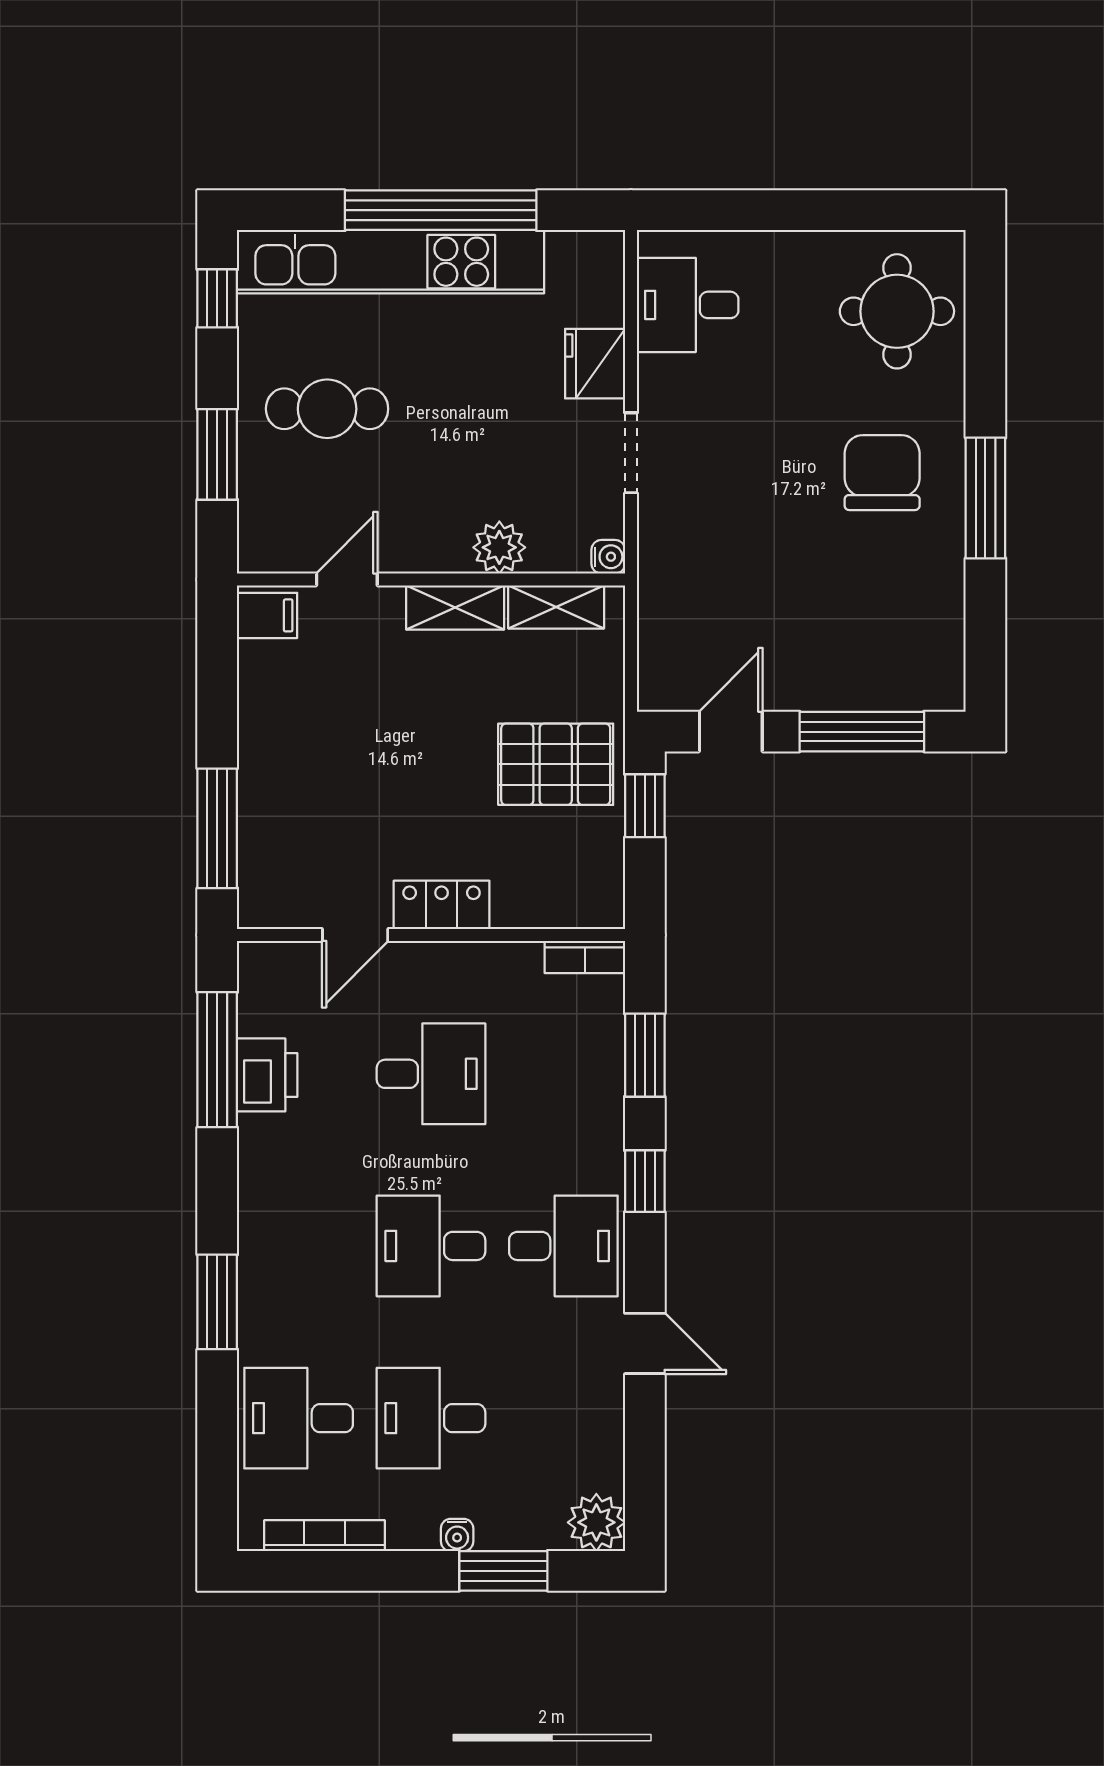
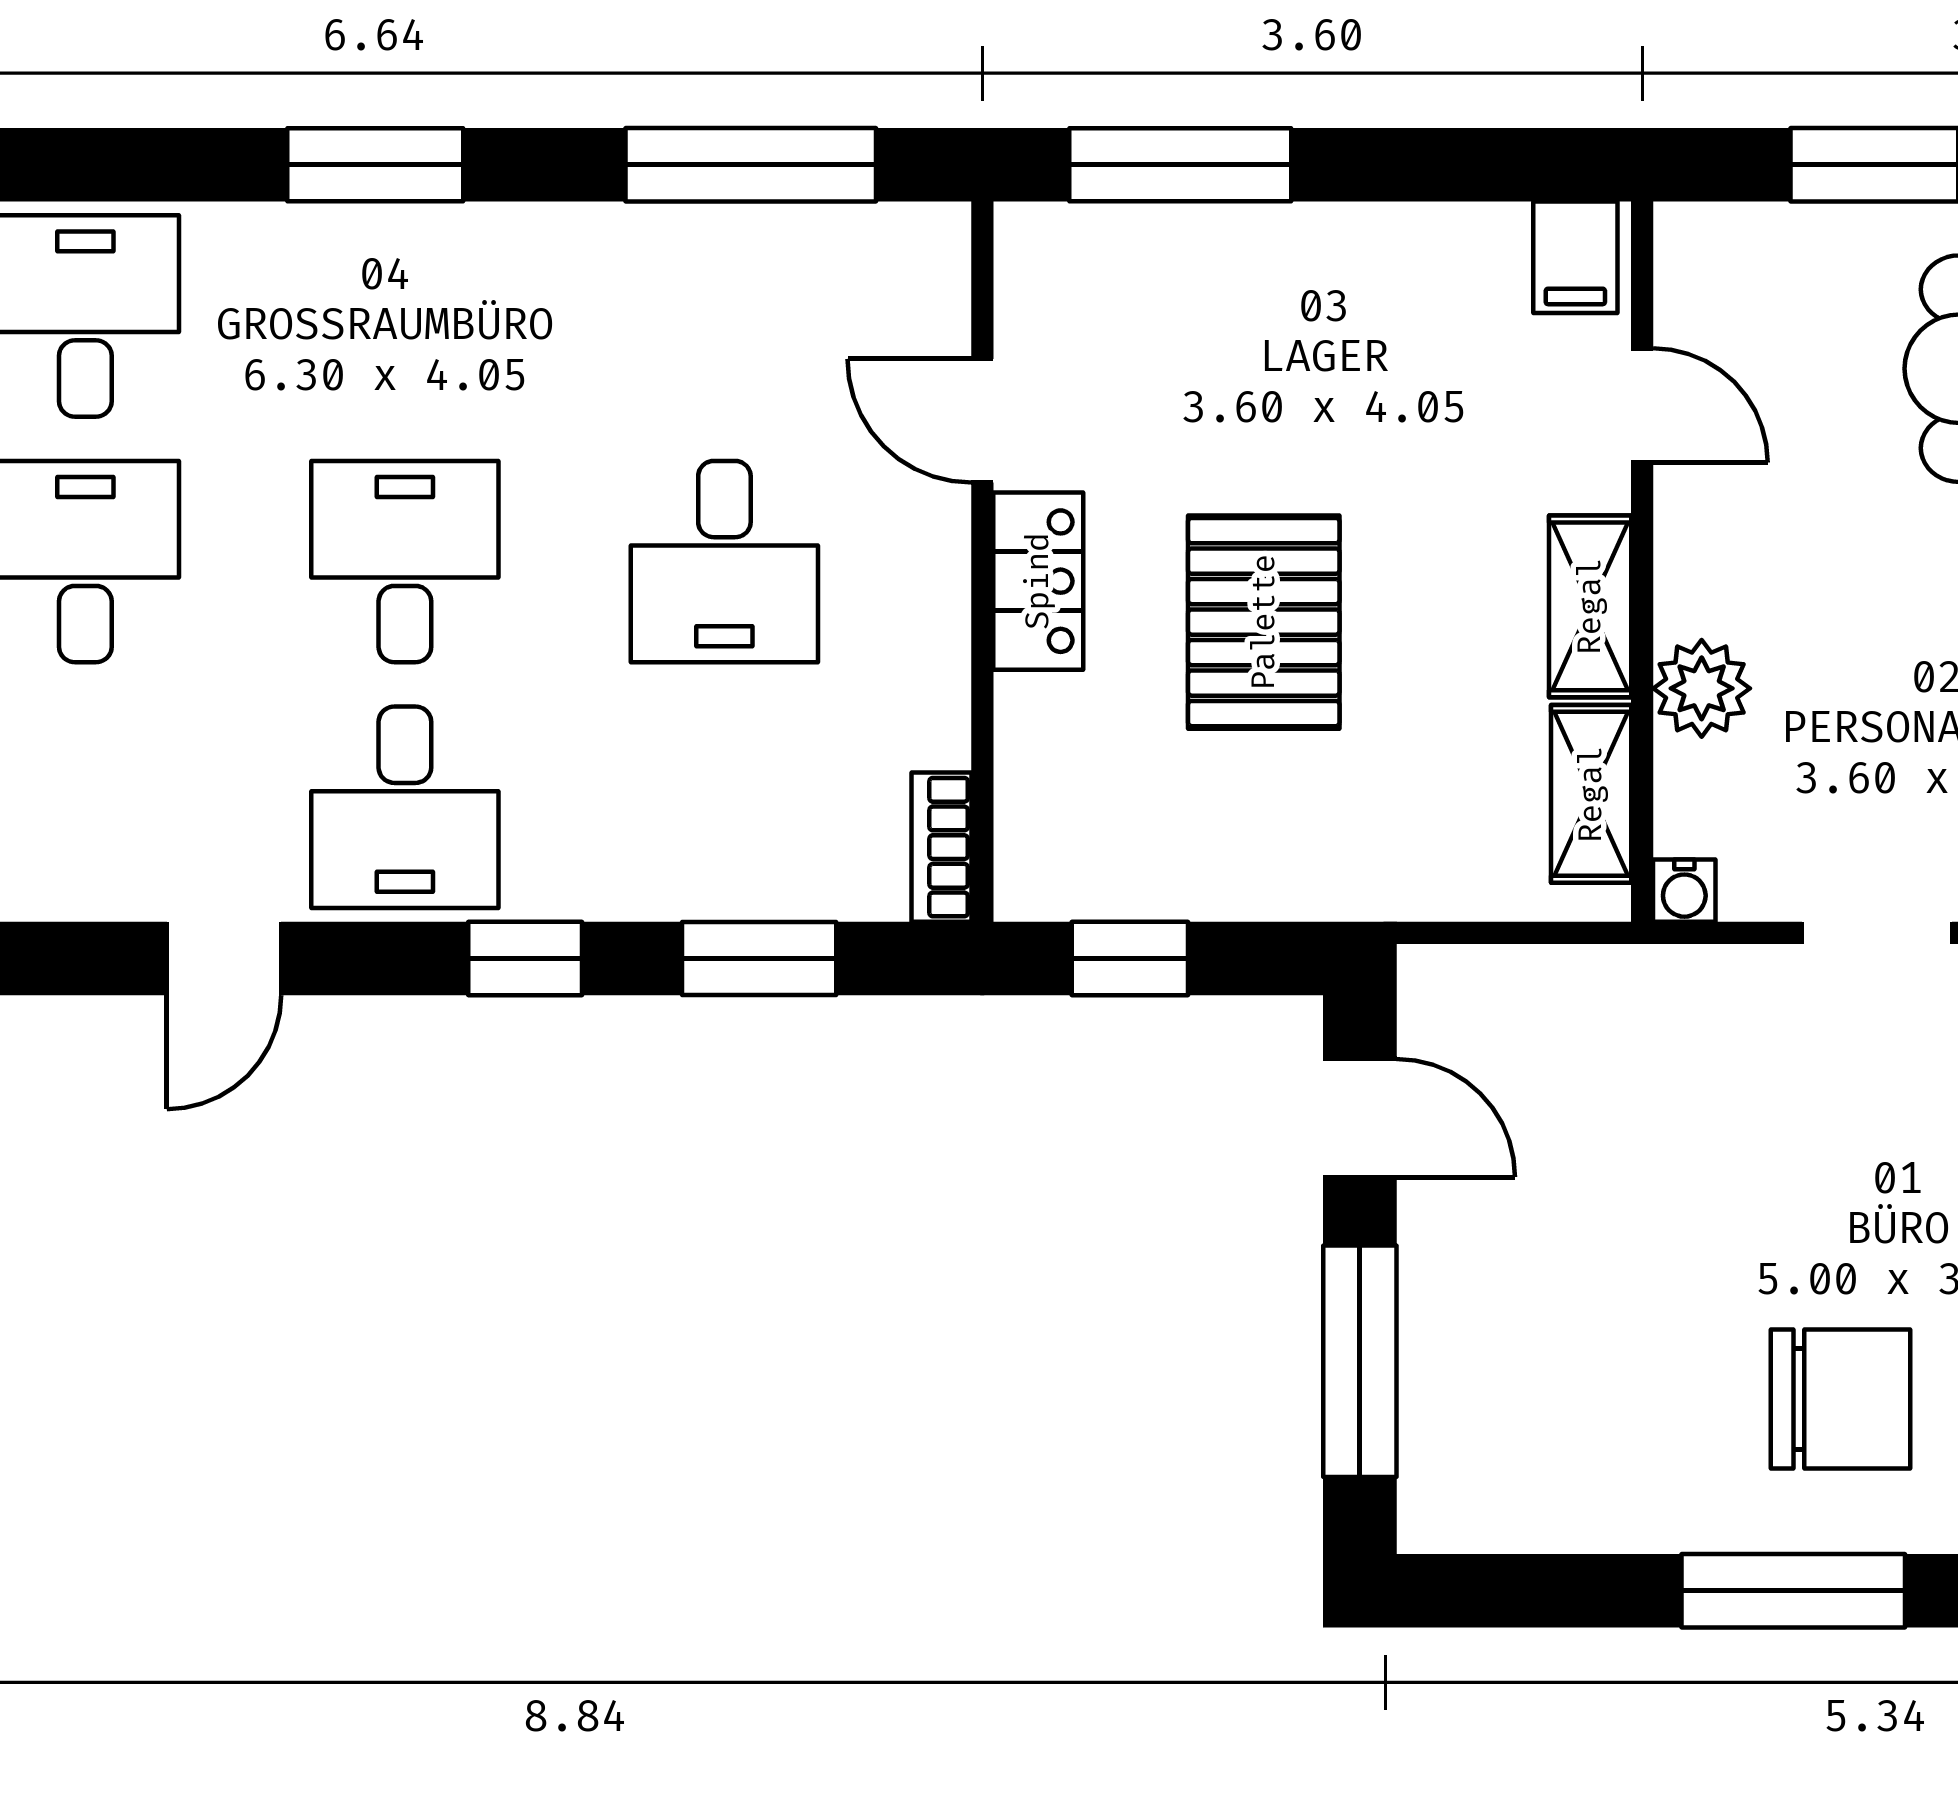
pallet: (556, 764) -> (1264, 622), moved
window: (645, 806) -> (1130, 958), moved
printer: (267, 1075) -> (722, 257), removed
window: (217, 1302) -> (375, 165), moved

